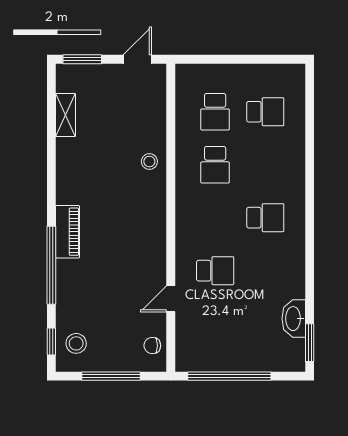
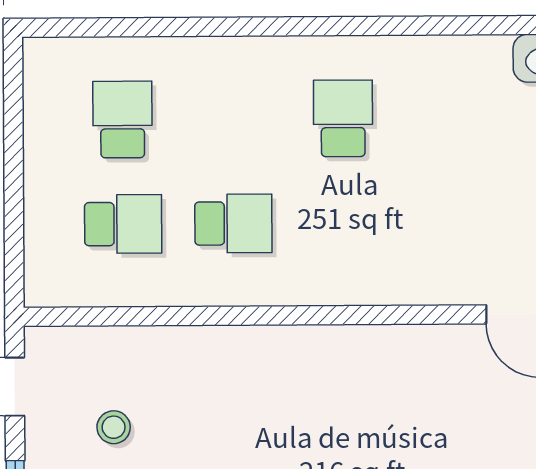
stool: (149, 161) -> (114, 427), moved
school desk: (215, 271) -> (454, 222), removed

